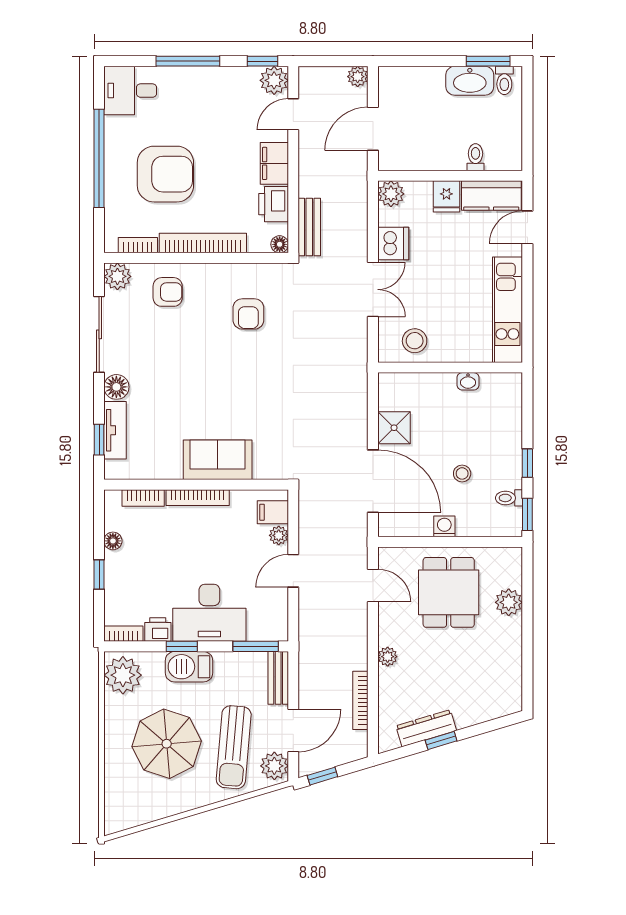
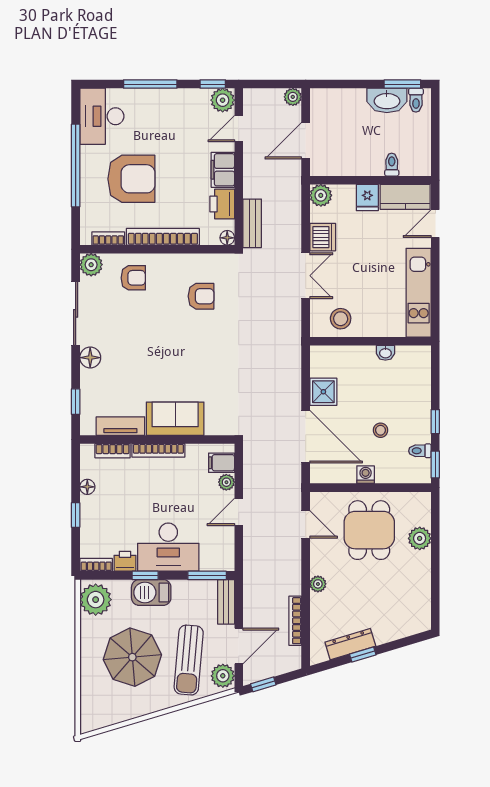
desk: (130, 91) -> (102, 116), width x1.37
armchair: (248, 314) -> (201, 296), turned -90
tv unit: (115, 430) -> (120, 426), moved, turned -90

